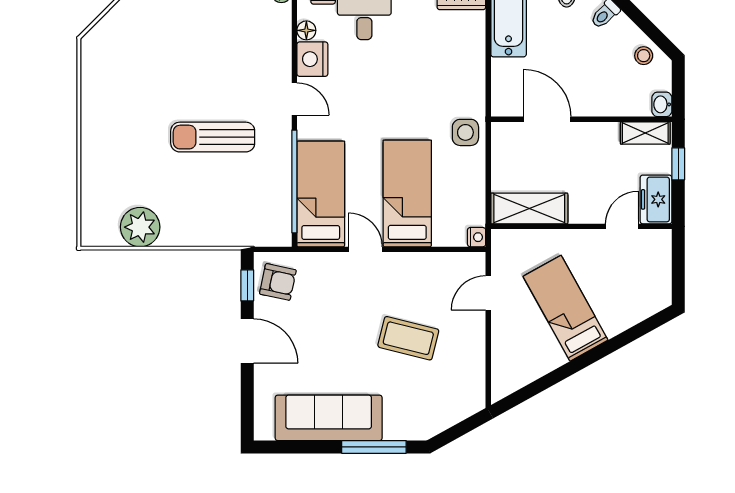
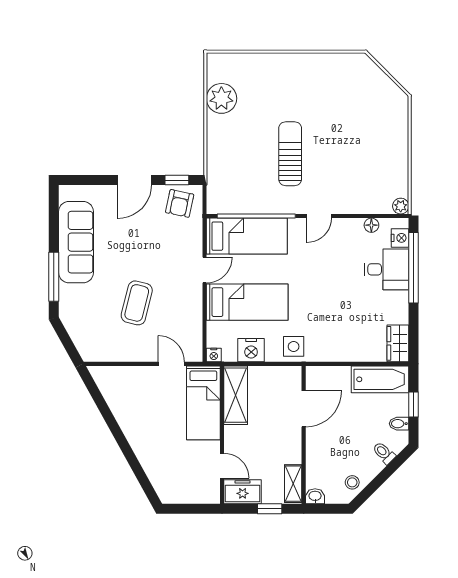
nightstand: (312, 59) -> (251, 350), moved, turned 180
bed: (566, 308) -> (203, 403), moved, turned 119

